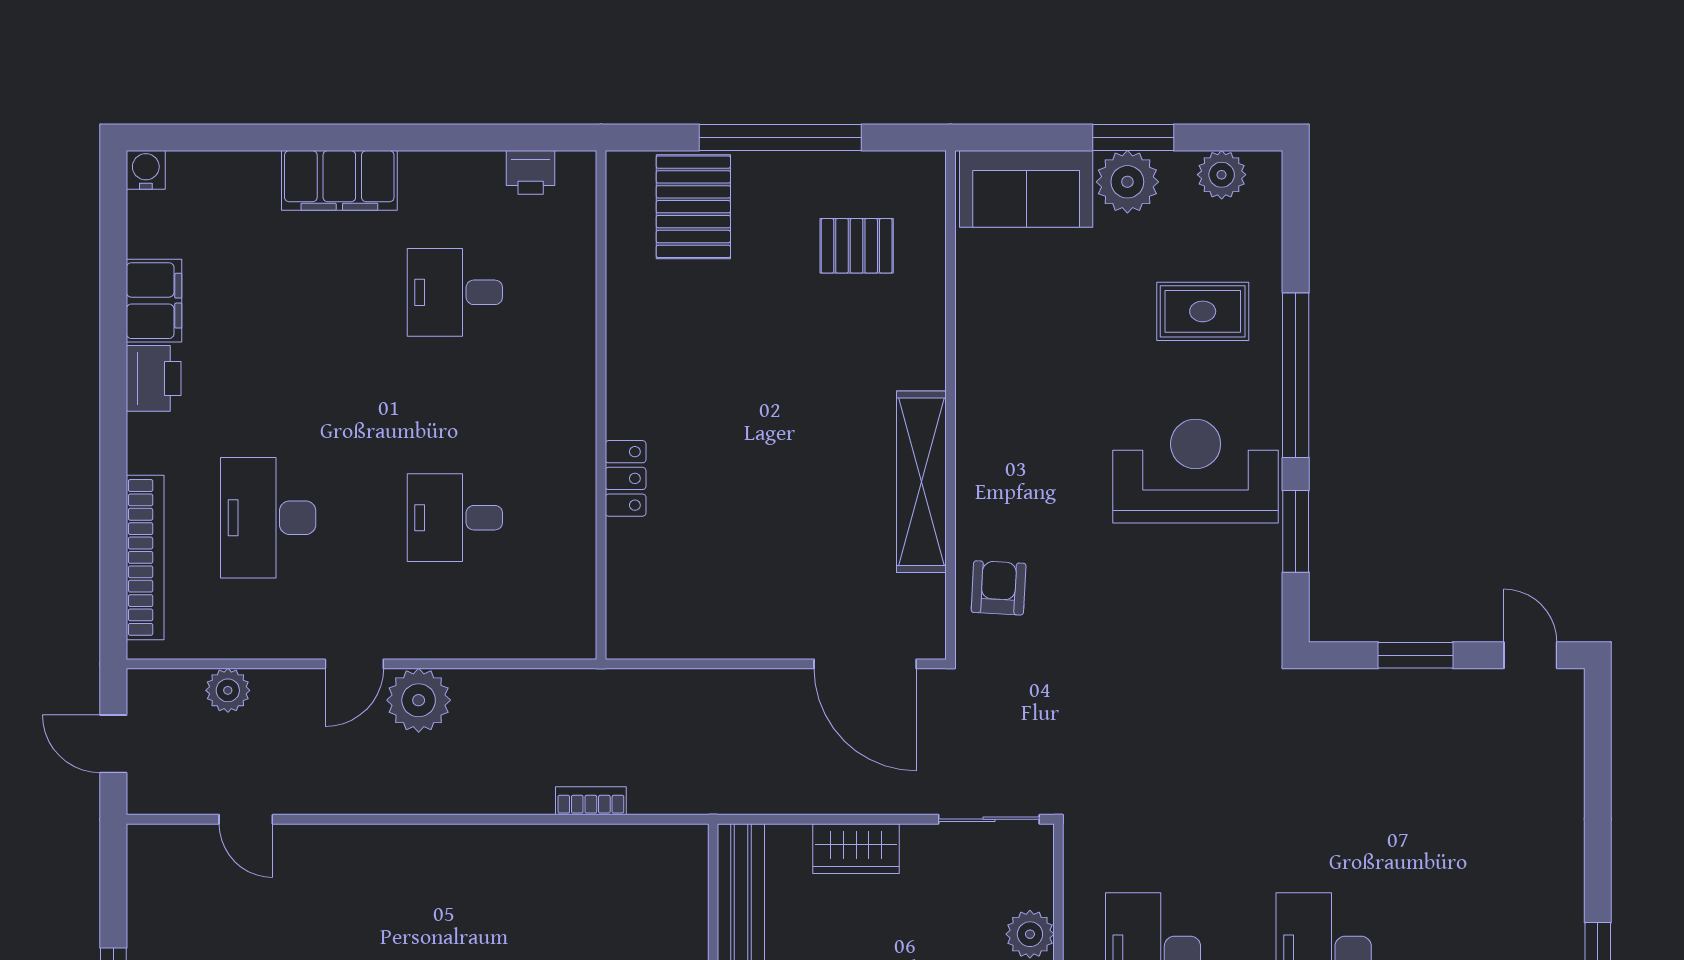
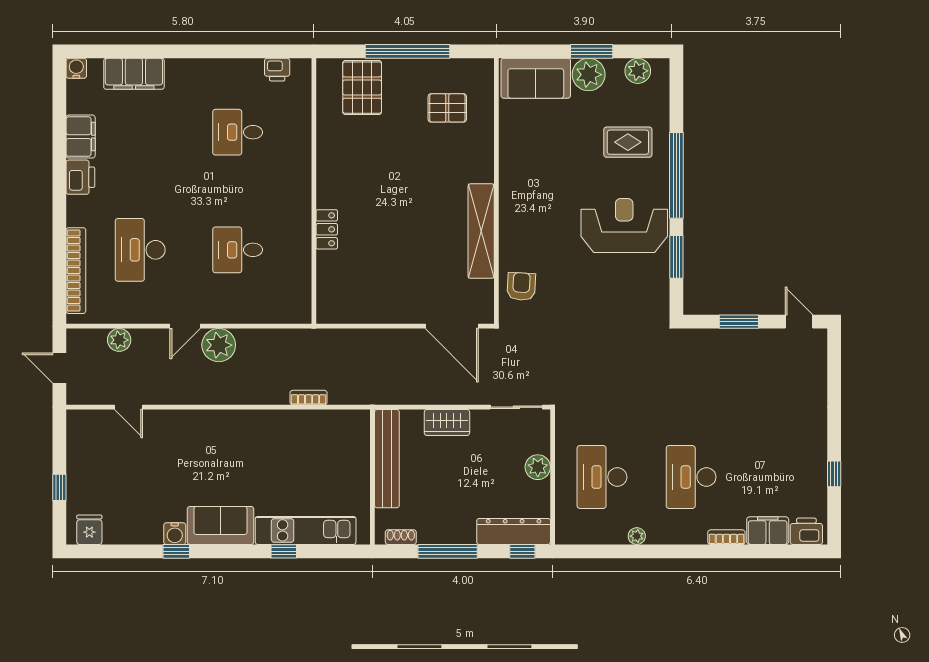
filing cabinet: (339, 180) -> (134, 74), moved

